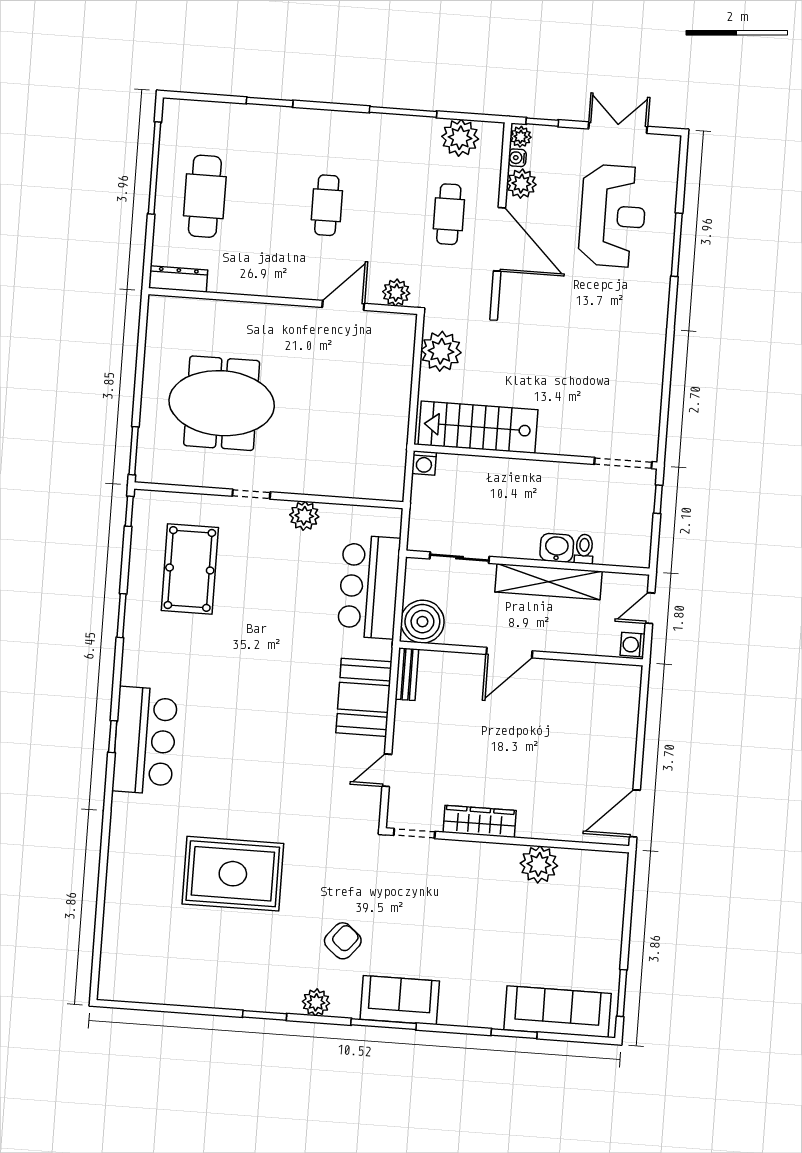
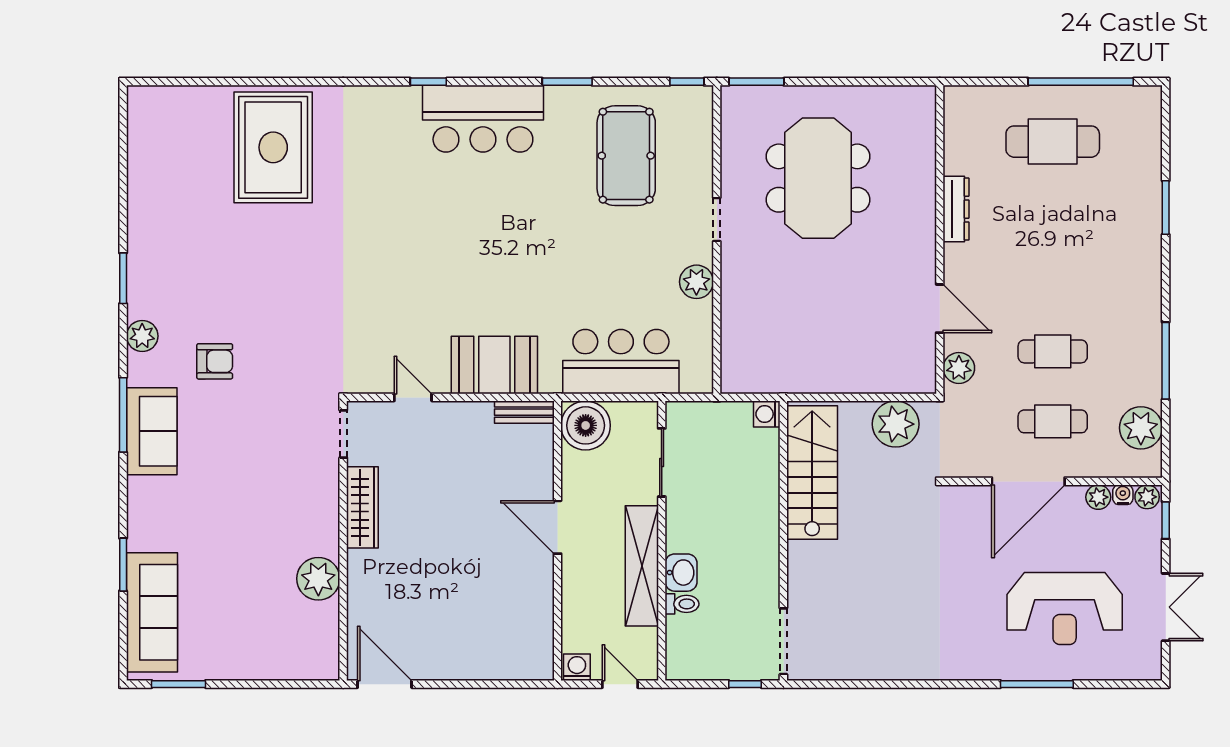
plant: (521, 184) -> (1098, 497), width x0.73, depth x0.73
cafe table: (327, 205) -> (1053, 351), moved
dresser: (178, 279) -> (956, 209), moved
pool table: (190, 569) -> (626, 156), turned 90
bar counter: (145, 741) -> (483, 119), moved
rug: (233, 874) -> (273, 147), moved
armchair: (343, 941) -> (215, 361), turned -40

